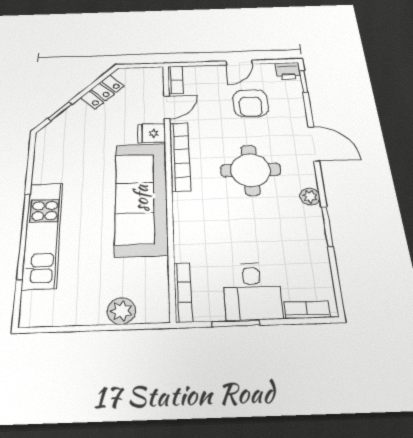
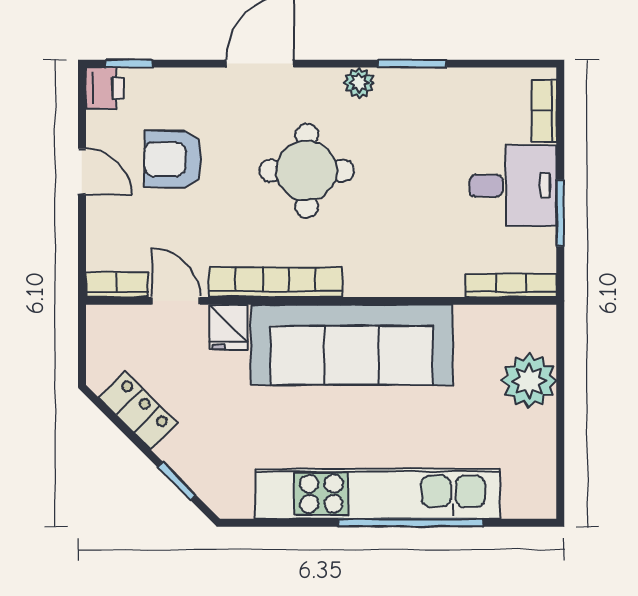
armchair: (250, 103) -> (173, 159), turned 180
kitchen unit: (43, 234) -> (377, 494), width x1.36
plant: (121, 311) -> (529, 381), width x1.36, depth x1.36

